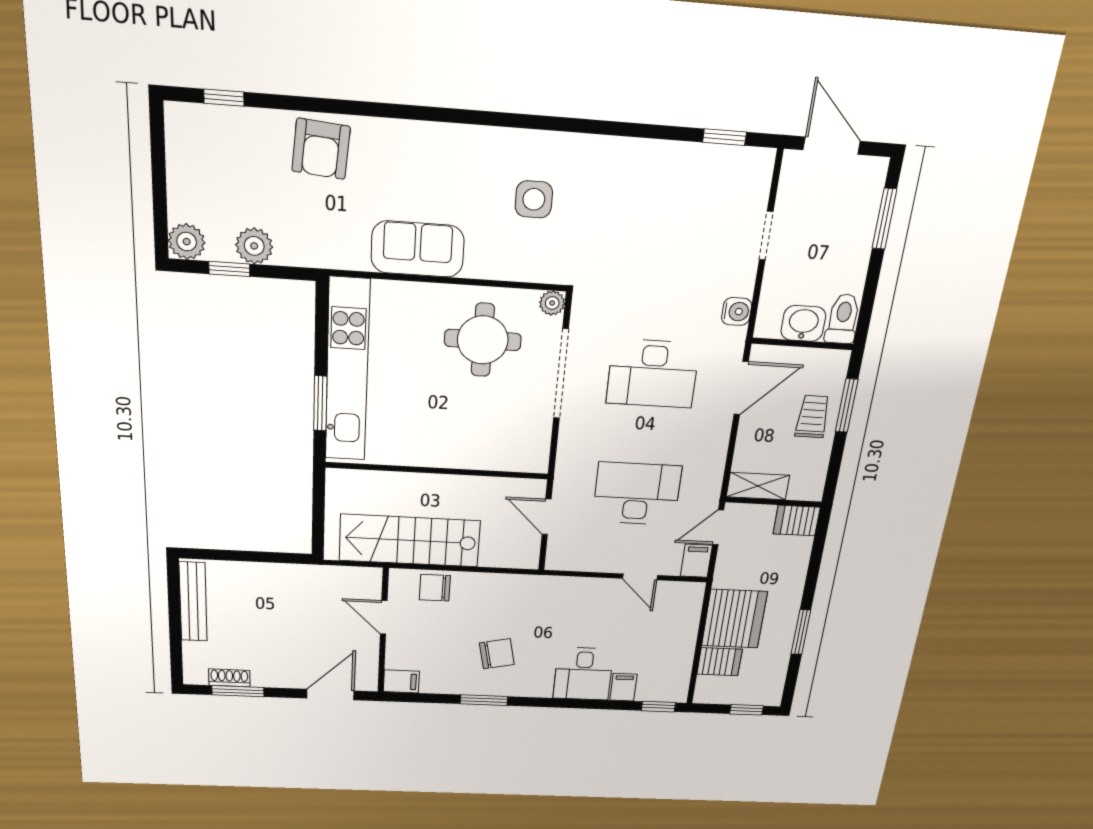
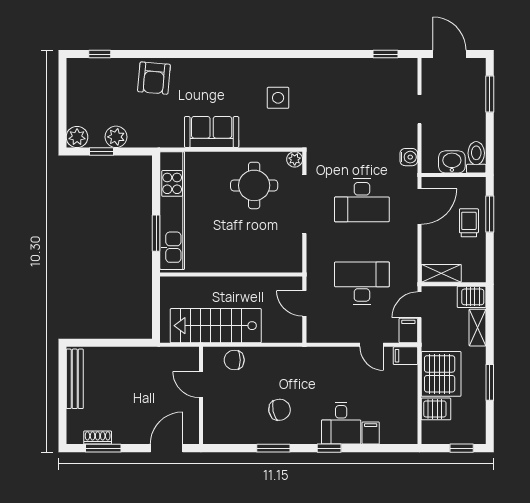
shelving: (797, 562) -> (478, 328), added
filing cabinet: (401, 681) -> (405, 356), moved, turned 180
window: (658, 707) -> (329, 448), moved

